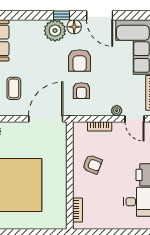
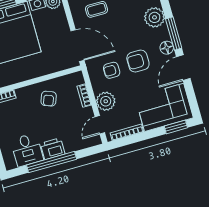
window: (62, 15) -> (174, 34), width x2.17
plant: (55, 31) -> (154, 17), moved
plant: (117, 111) -> (106, 101), width x1.87, depth x1.87

